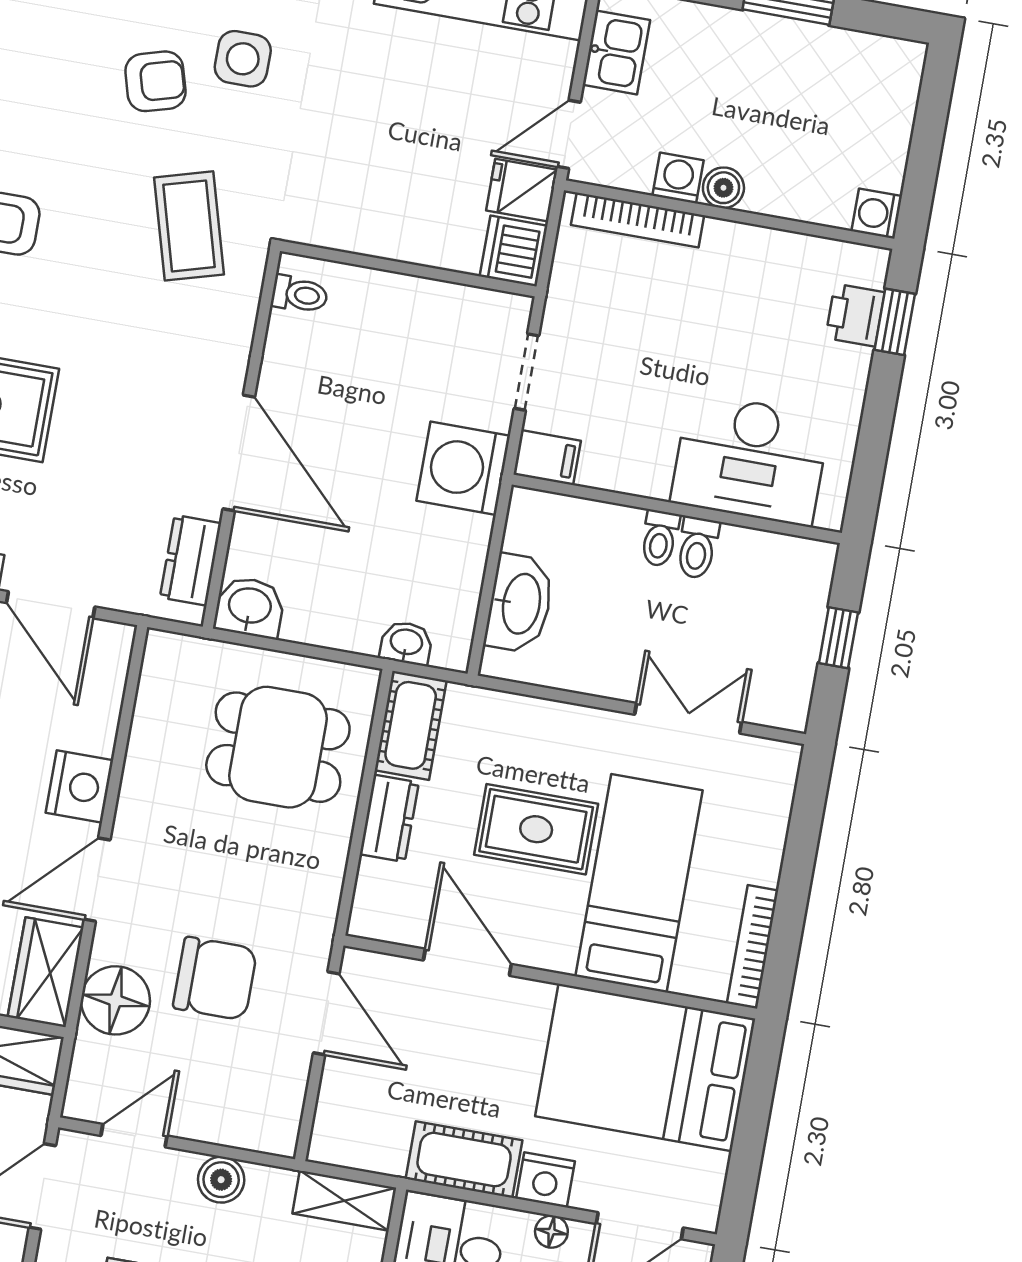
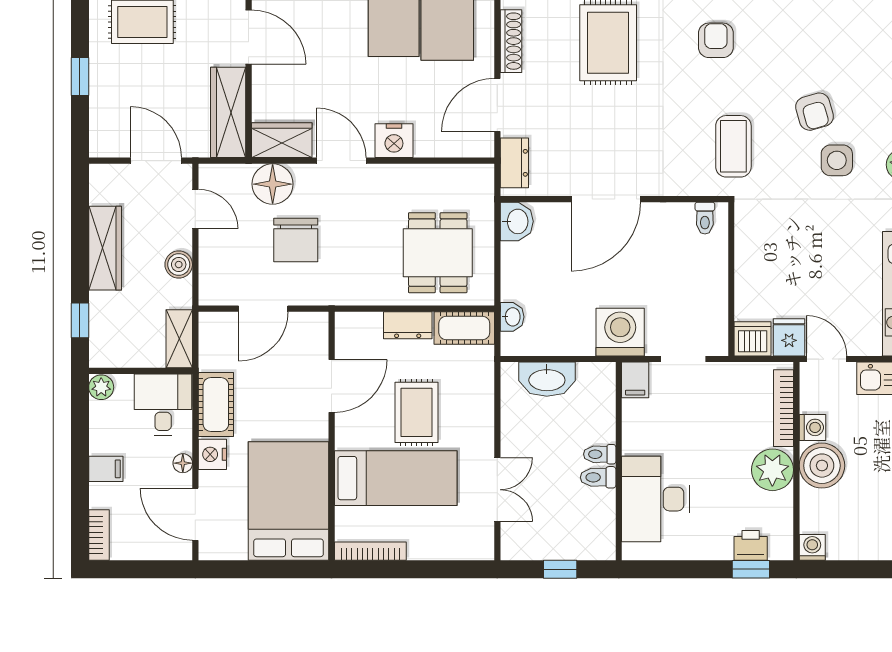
boiler: (723, 188) -> (822, 466), width x1.86, depth x1.86
coffee table: (189, 226) -> (733, 146), turned -74
plant: (737, 257) -> (772, 470), added
dresser: (191, 560) -> (514, 163), moved, turned 90
door: (326, 1013) -> (263, 309), moved

